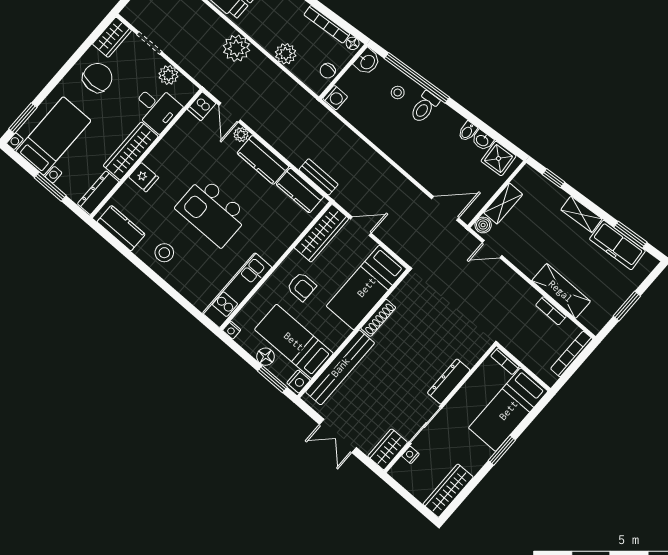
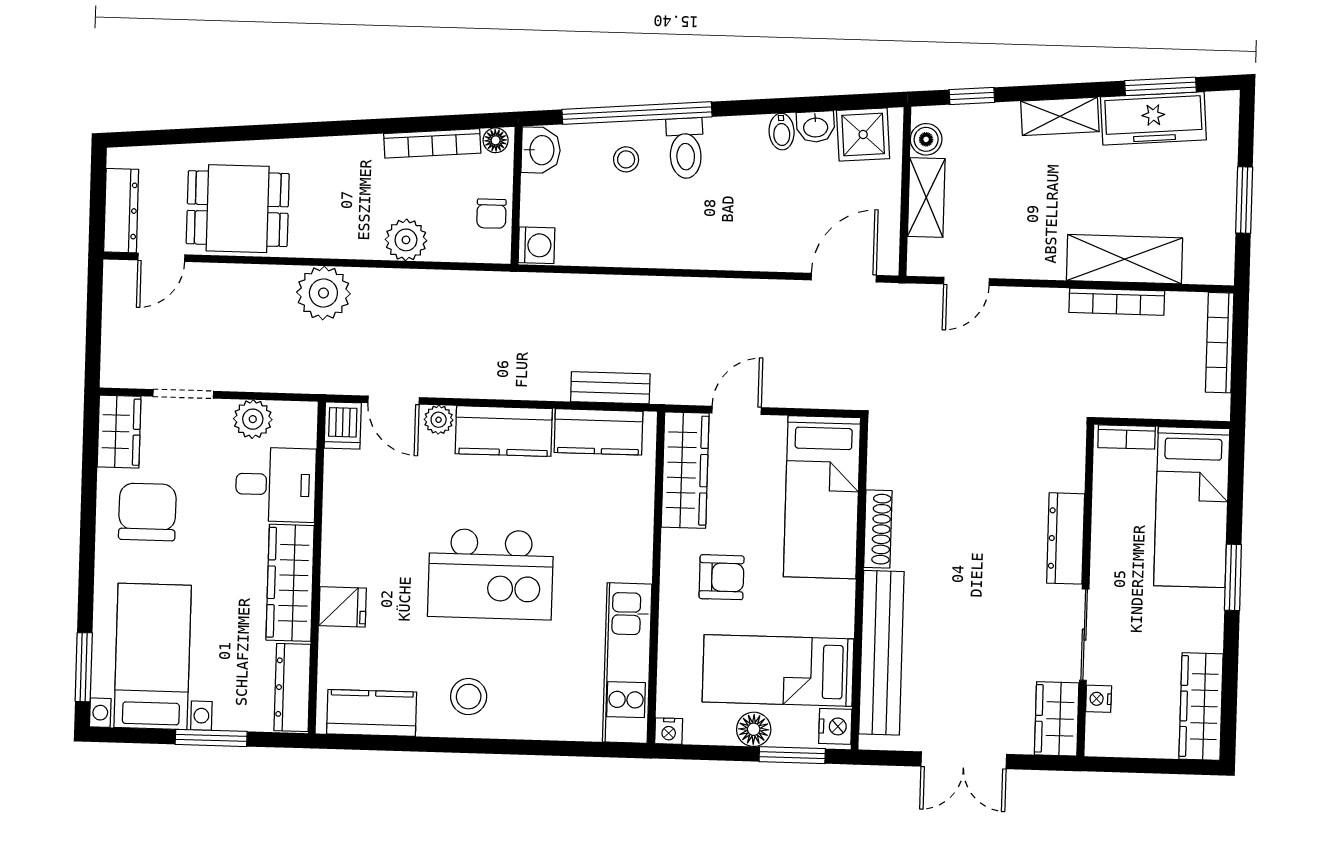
boiler: (483, 225) -> (926, 139), moved
bookcase: (551, 311) -> (1117, 302), width x1.56

